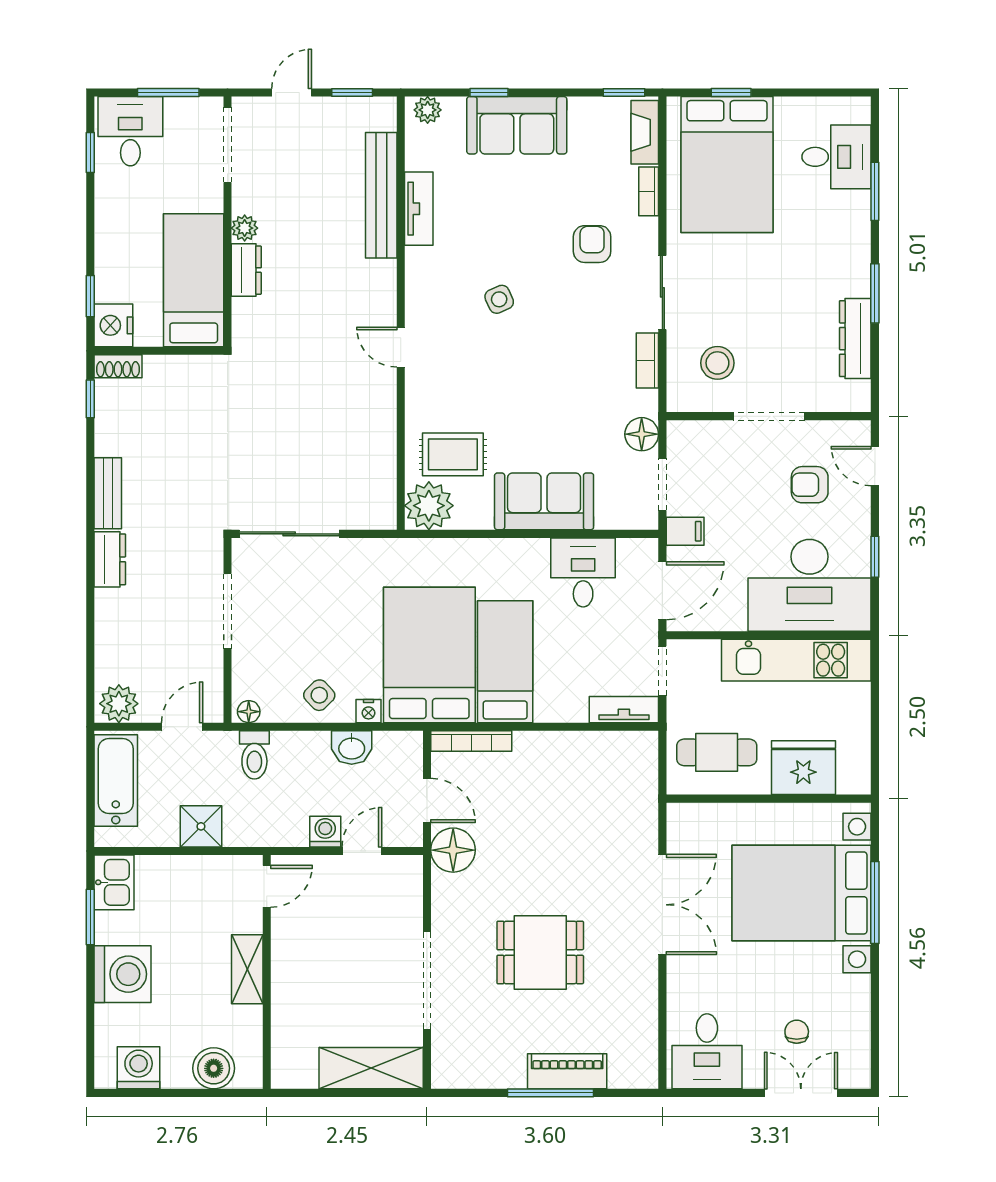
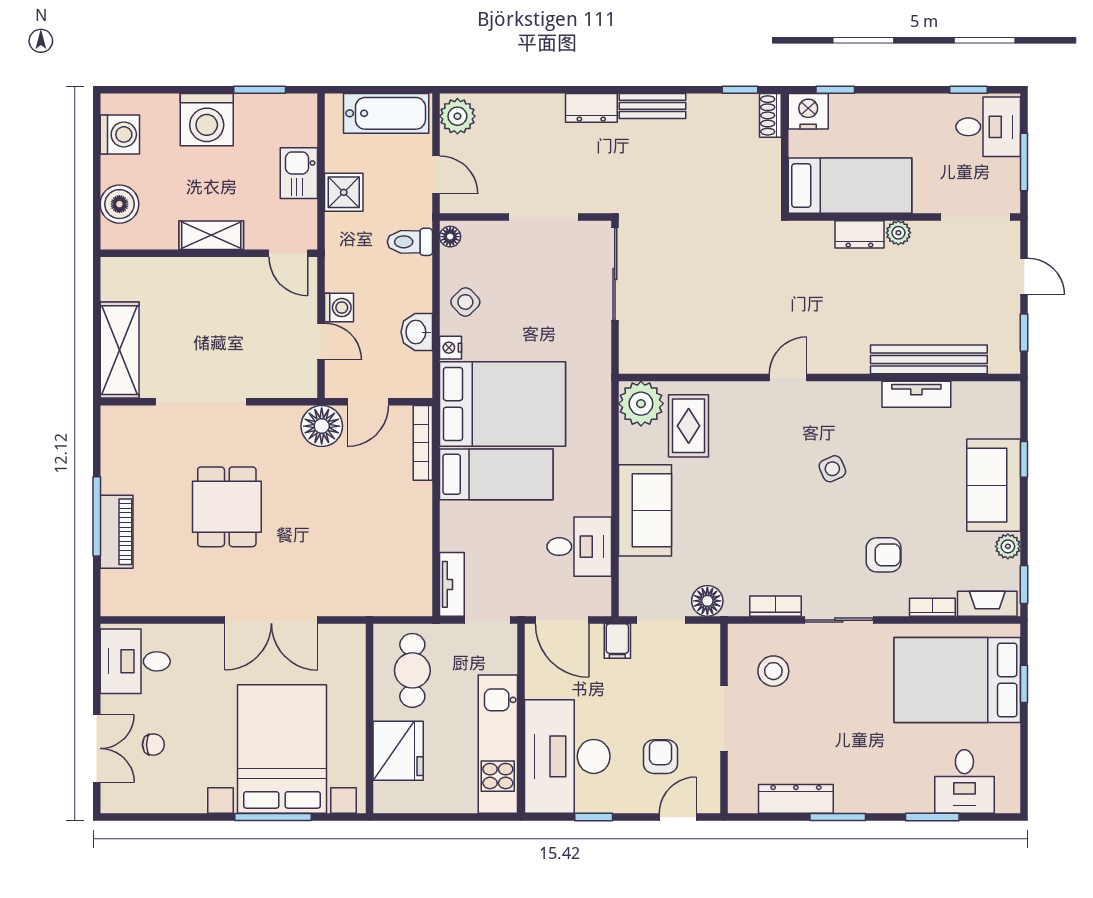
plant: (428, 110) -> (1008, 546), moved
kitchen sink: (114, 882) -> (299, 173), moved, turned 90

